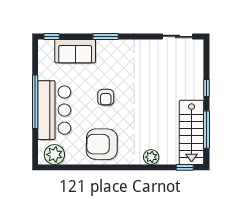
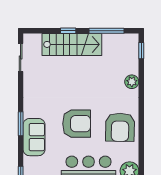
sofa: (75, 51) -> (34, 137), moved
armchair: (106, 97) -> (77, 124), width x1.88, depth x1.88
stairs: (192, 132) -> (72, 44), moved

